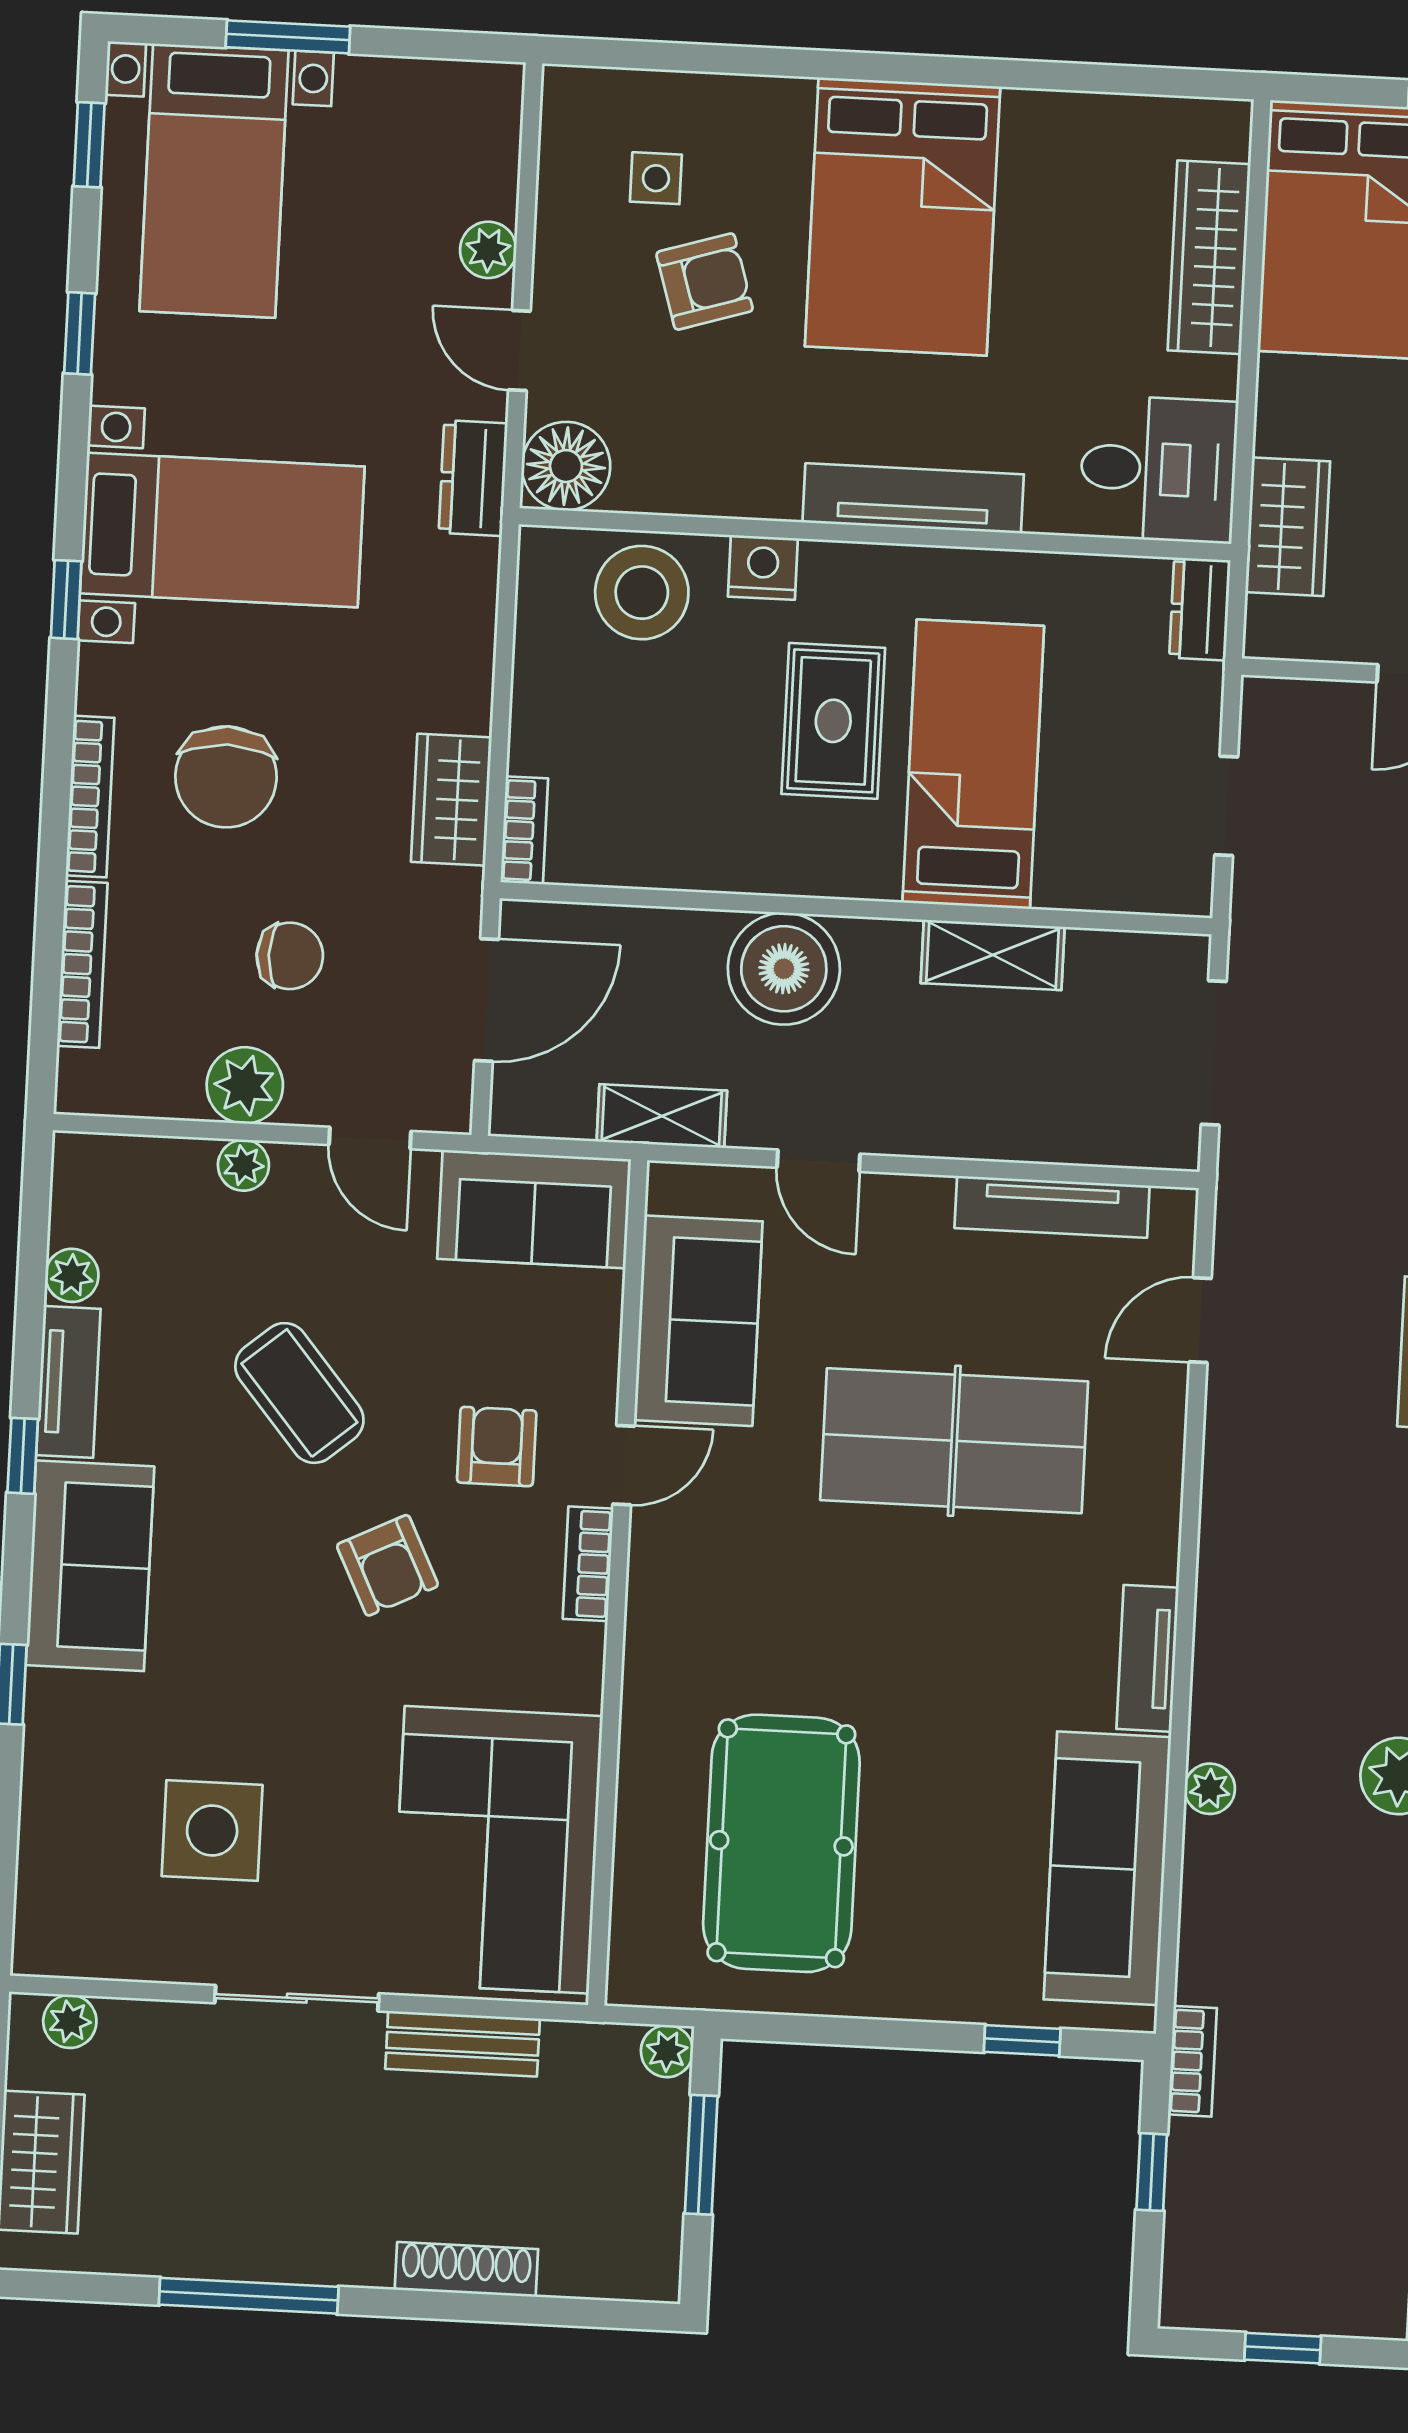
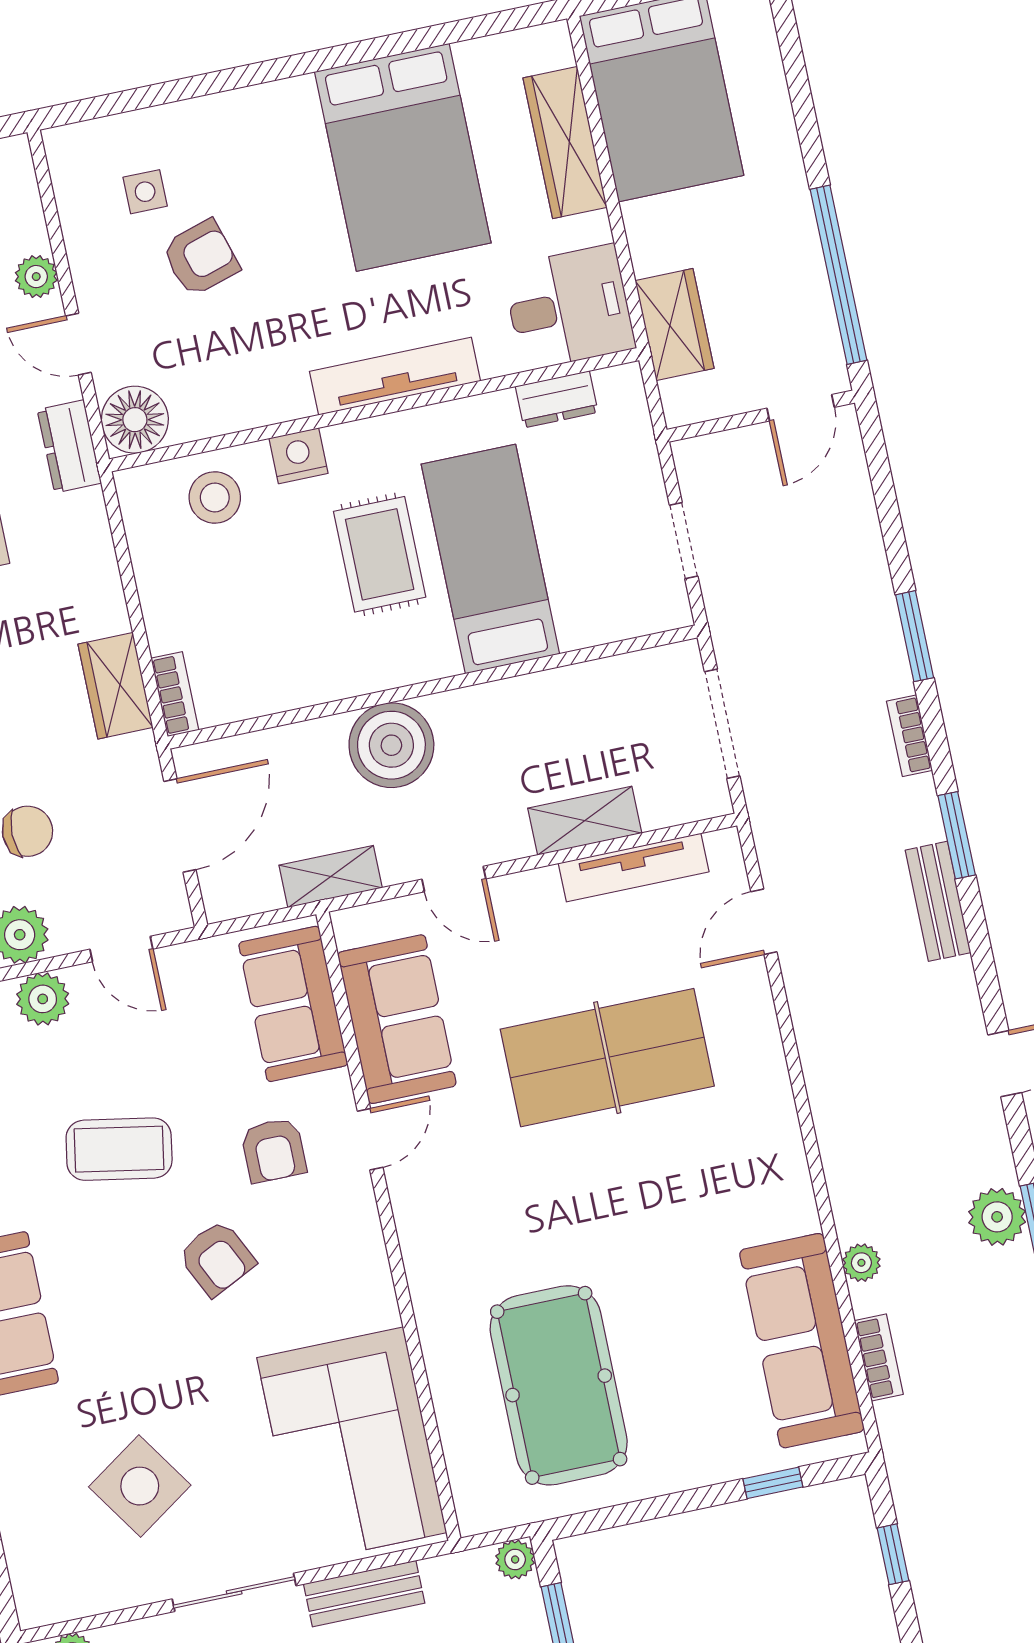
bed: (903, 216) -> (403, 157), moved
stool: (642, 593) -> (215, 497), width x0.73, depth x0.73
dresser: (1200, 609) -> (557, 399), moved, turned -90
shelving: (993, 955) -> (585, 821), moved
plant: (243, 1165) -> (43, 999), width x1.38, depth x1.38
sofa: (534, 1209) -> (293, 1004), moved, turned 90
coffee table: (299, 1393) -> (119, 1149), turned -40
armchair: (497, 1447) -> (274, 1150), turned 180
bookcase: (588, 1564) -> (363, 1218), removed
tv unit: (1147, 1658) -> (791, 1179), removed
side table: (212, 1830) -> (140, 1486), turned -34
bookcase: (1192, 2061) -> (879, 1357), moved

